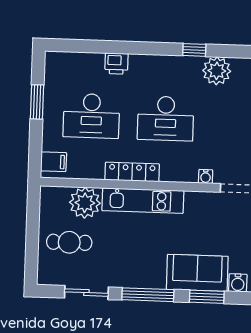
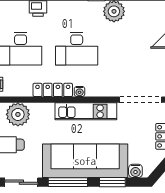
water cooler: (206, 177) -> (80, 91), moved
kitchen unit: (143, 201) -> (86, 111), moved
sofa: (197, 273) -> (85, 161), width x1.85, depth x1.27

